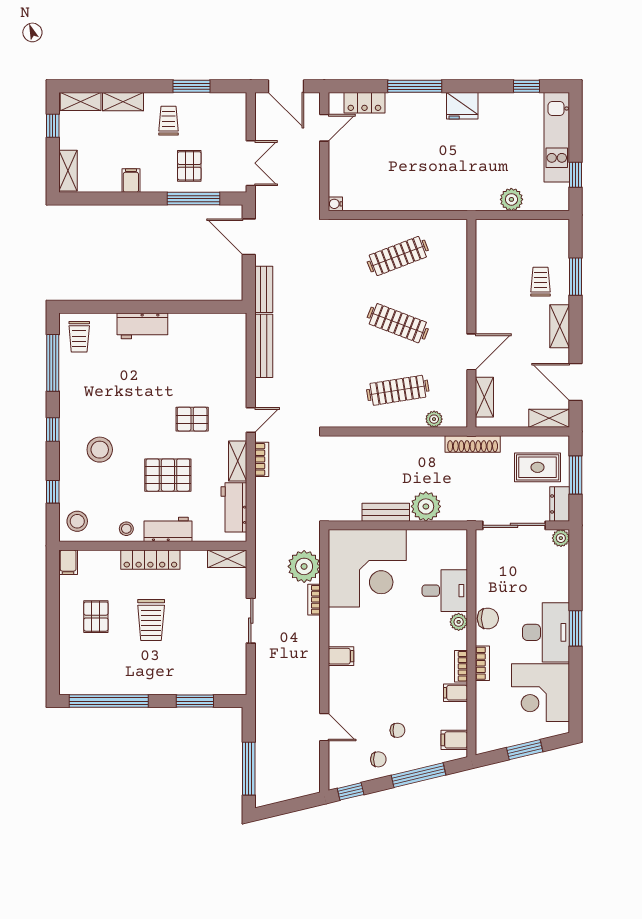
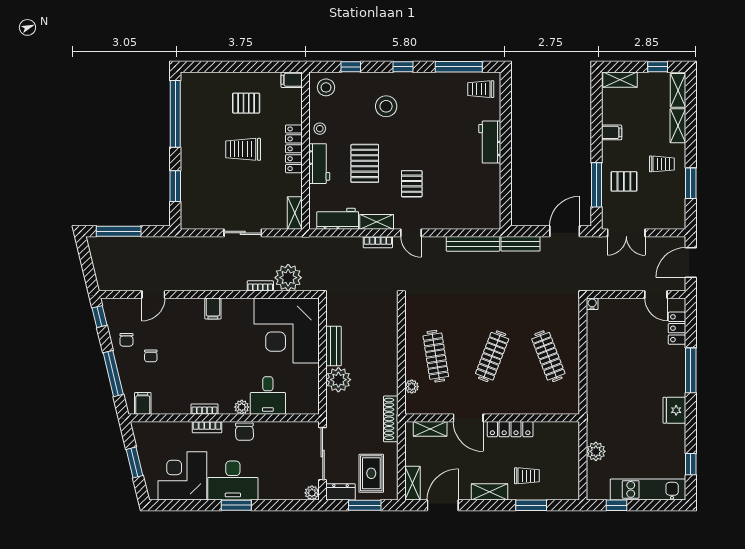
locker: (485, 302) -> (510, 429), added
filing cabinet: (455, 693) -> (182, 404), removed

